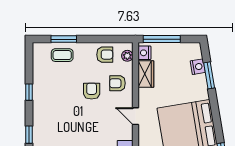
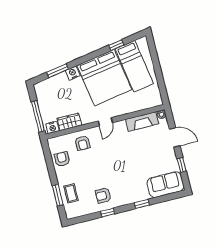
plant: (127, 56) -> (58, 141), removed
nightstand: (198, 67) -> (73, 73), moved
armchair: (92, 91) -> (103, 195), moved

